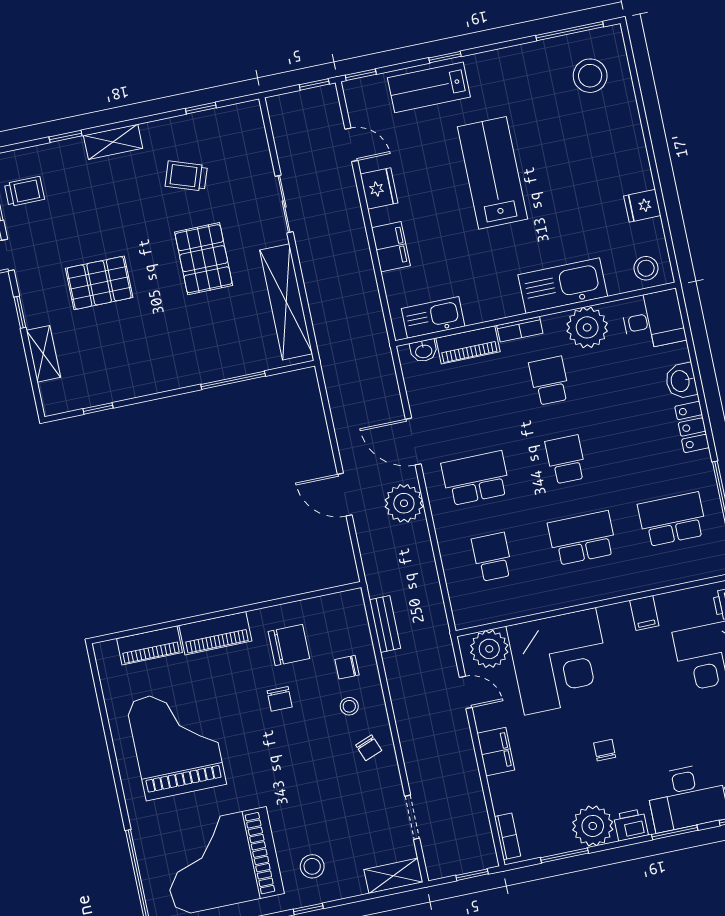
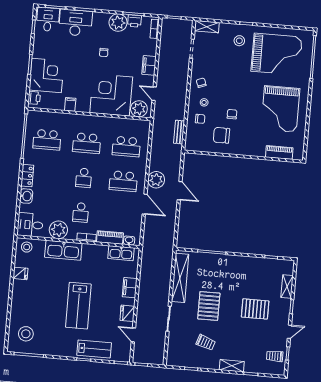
school desk: (492, 557) -> (126, 147), width x1.85
piano: (215, 633) -> (250, 149), removed
printer: (631, 825) -> (135, 21), moved

